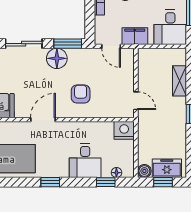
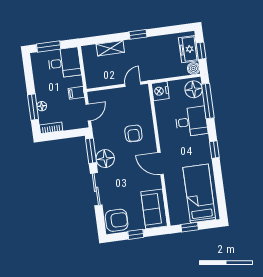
filing cabinet: (135, 36) -> (76, 93), width x0.50
armchair: (81, 94) -> (133, 133), turned -90
floor lamp: (116, 173) -> (194, 89), width x1.89, depth x1.89
window: (106, 182) -> (208, 101), width x2.17

